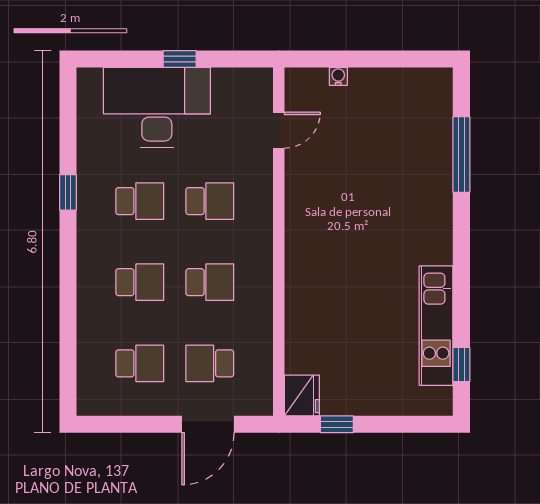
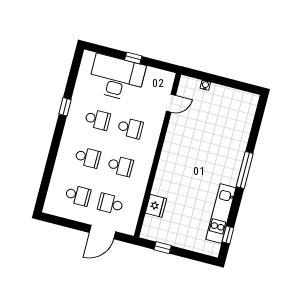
window: (461, 154) -> (245, 170), moved
fridge: (302, 395) -> (156, 206), moved

